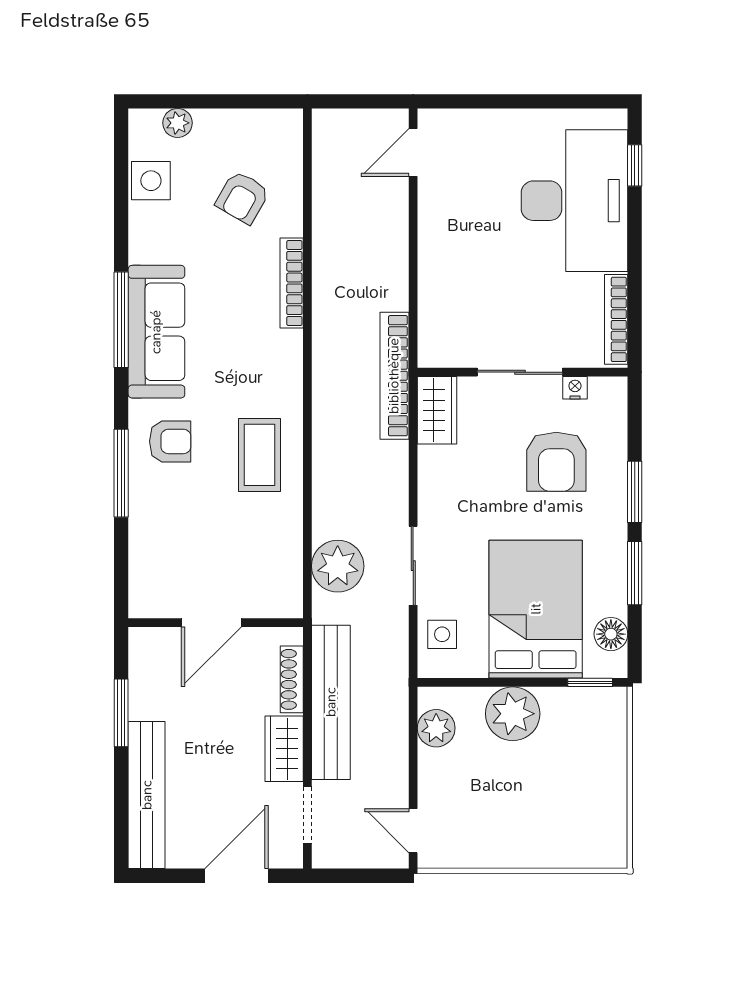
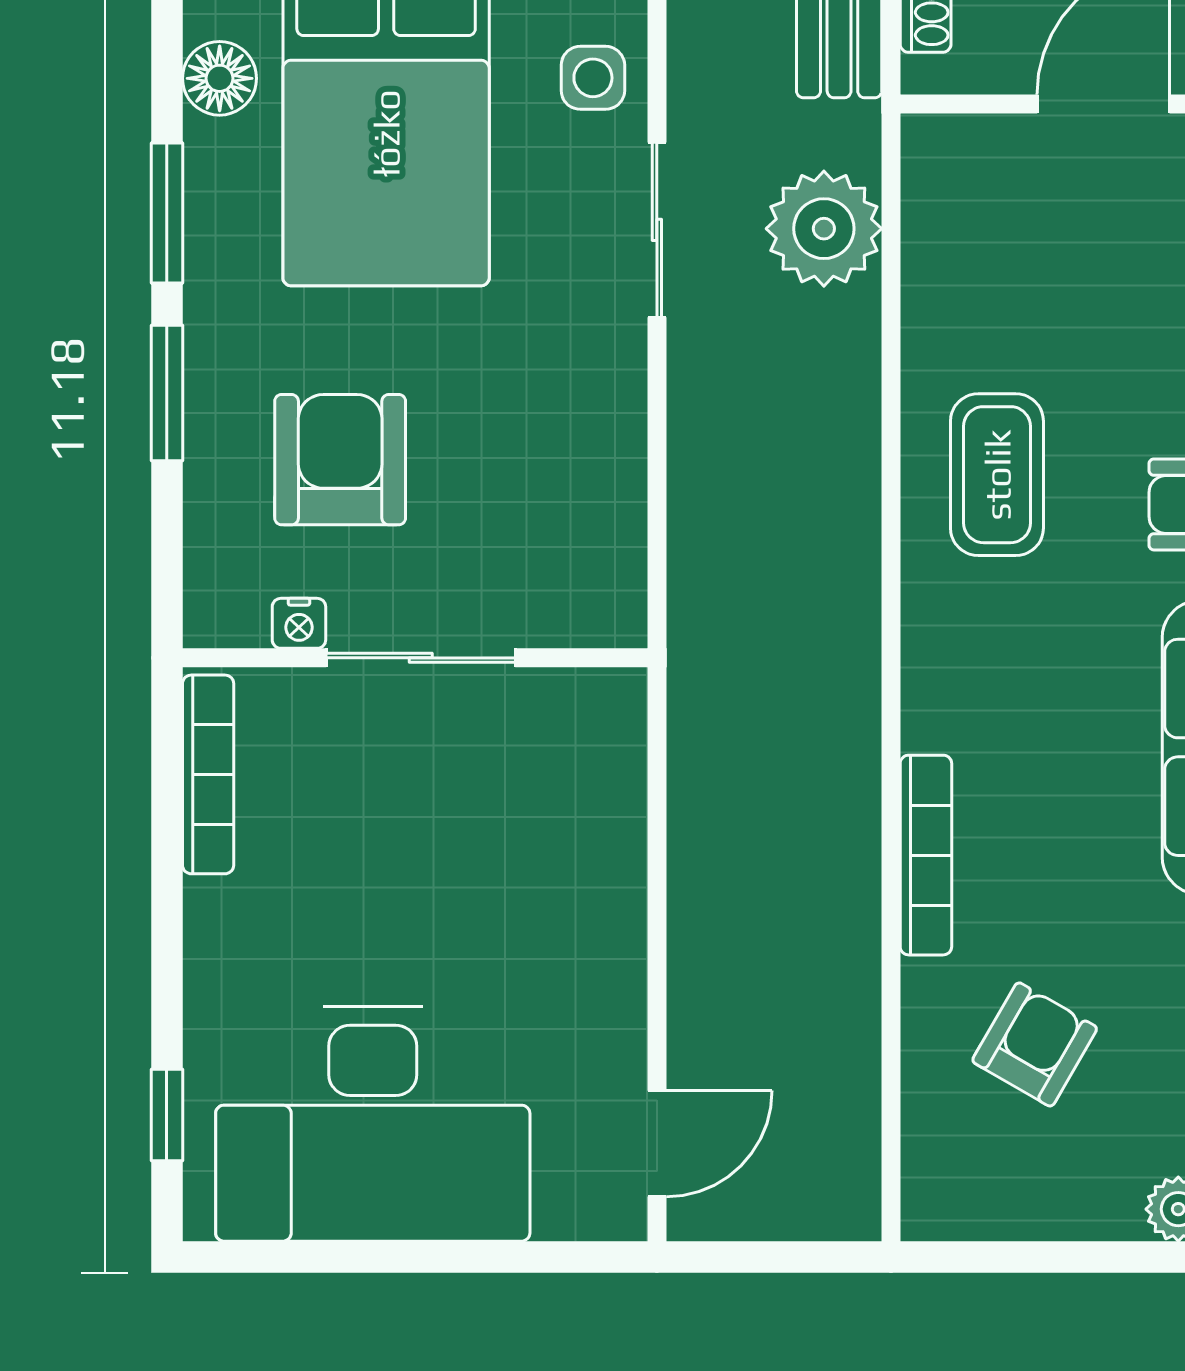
desk: (574, 201) -> (373, 1124), moved, turned -90
bookcase: (394, 376) -> (698, 650), removed
wardrobe: (437, 410) -> (604, 573), removed

